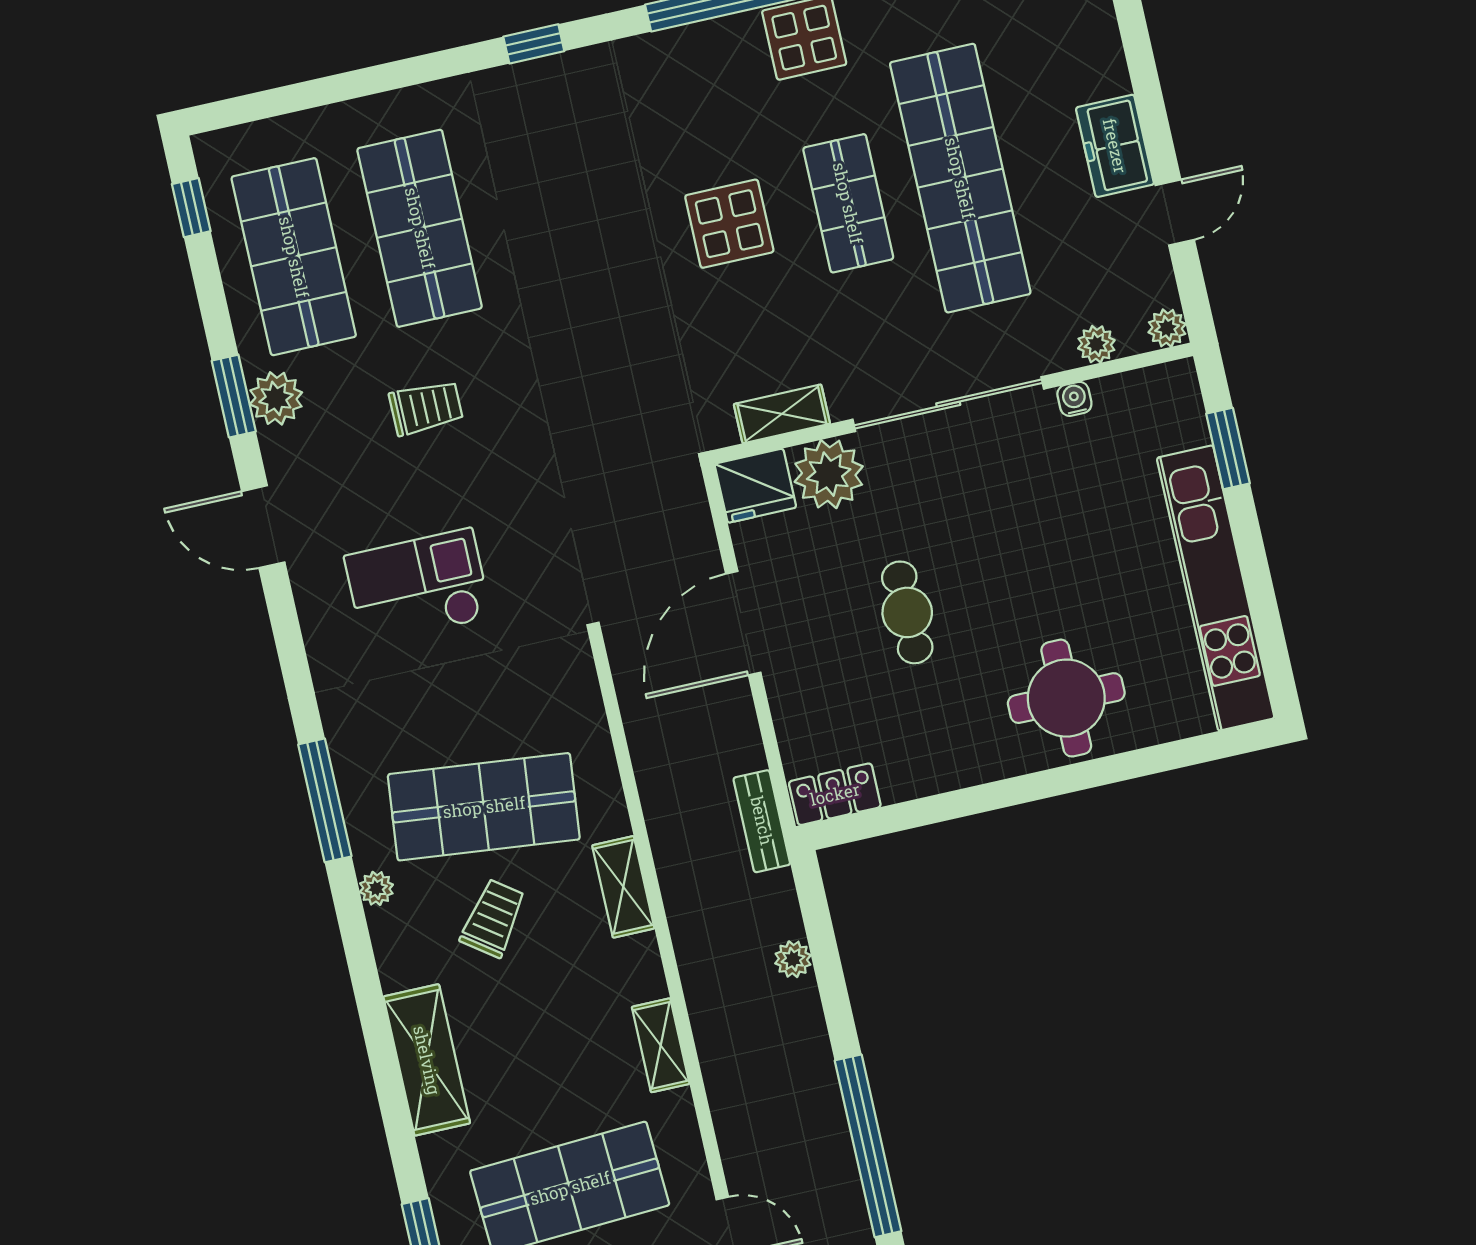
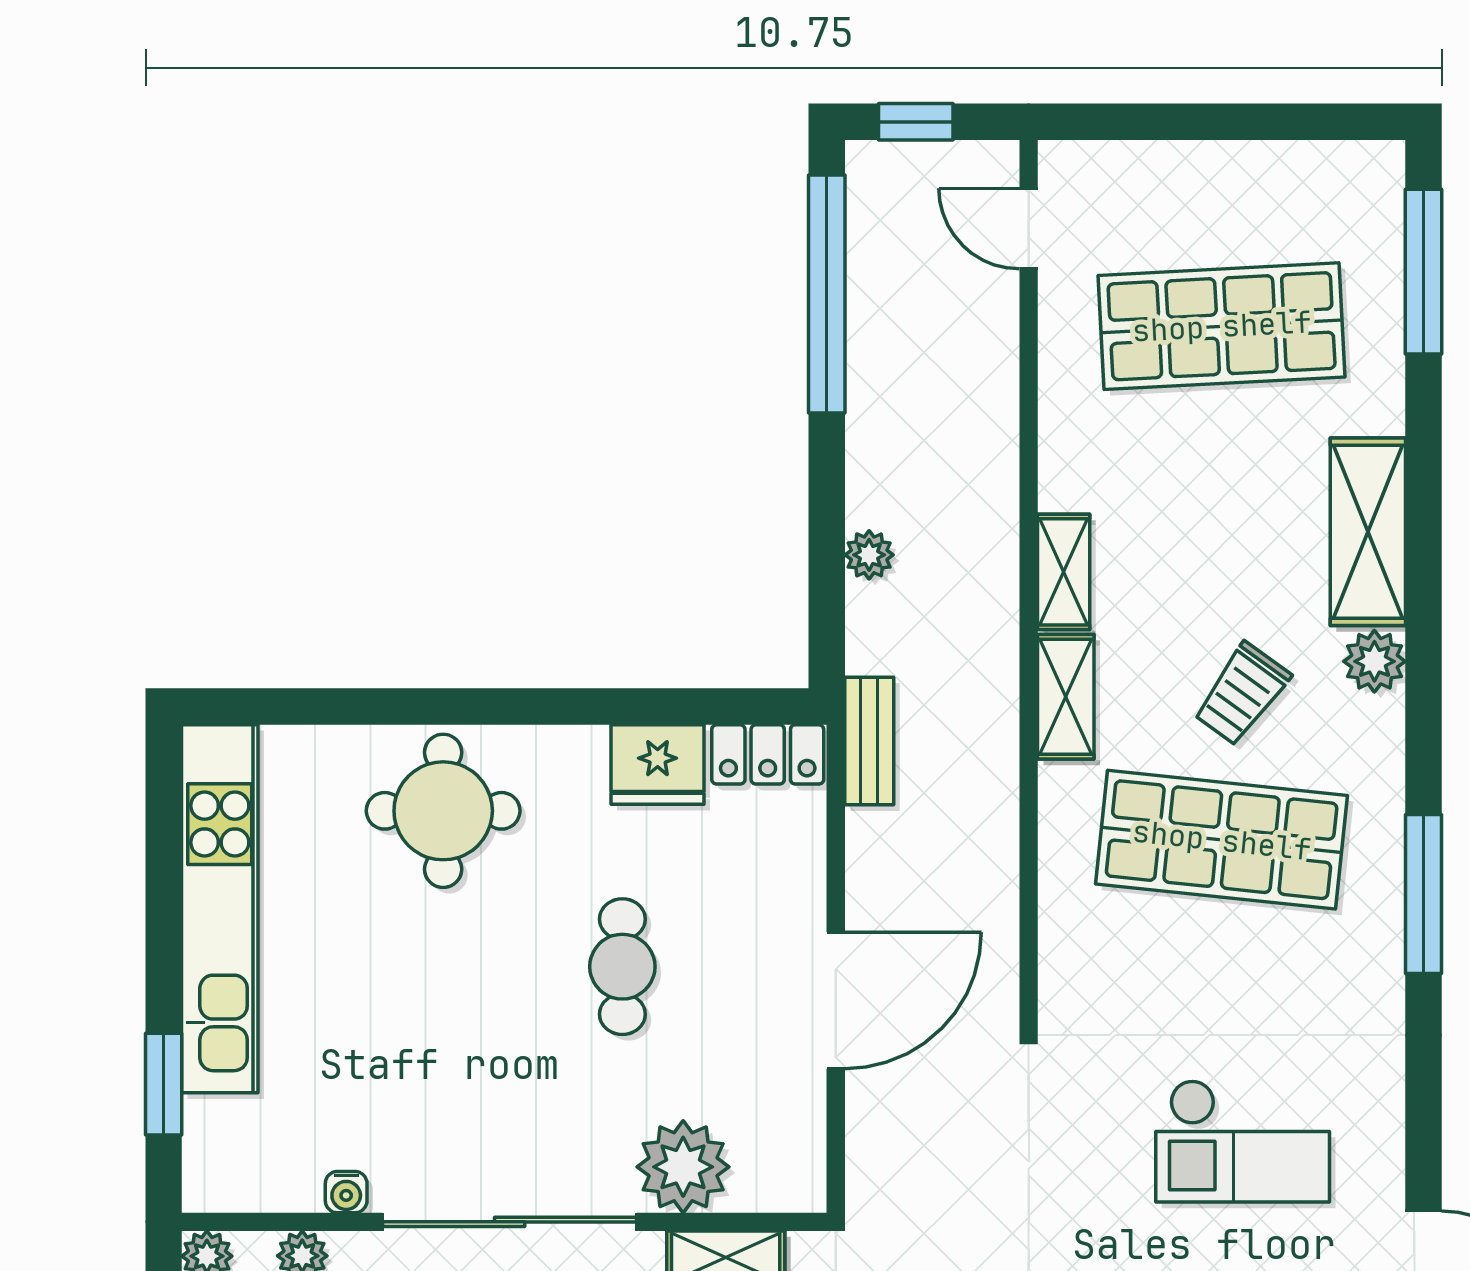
fridge: (755, 486) -> (658, 765), moved, turned 180
plant: (376, 888) -> (1374, 661), moved, width x1.38, depth x1.38
shelving: (661, 1045) -> (1064, 572), moved

